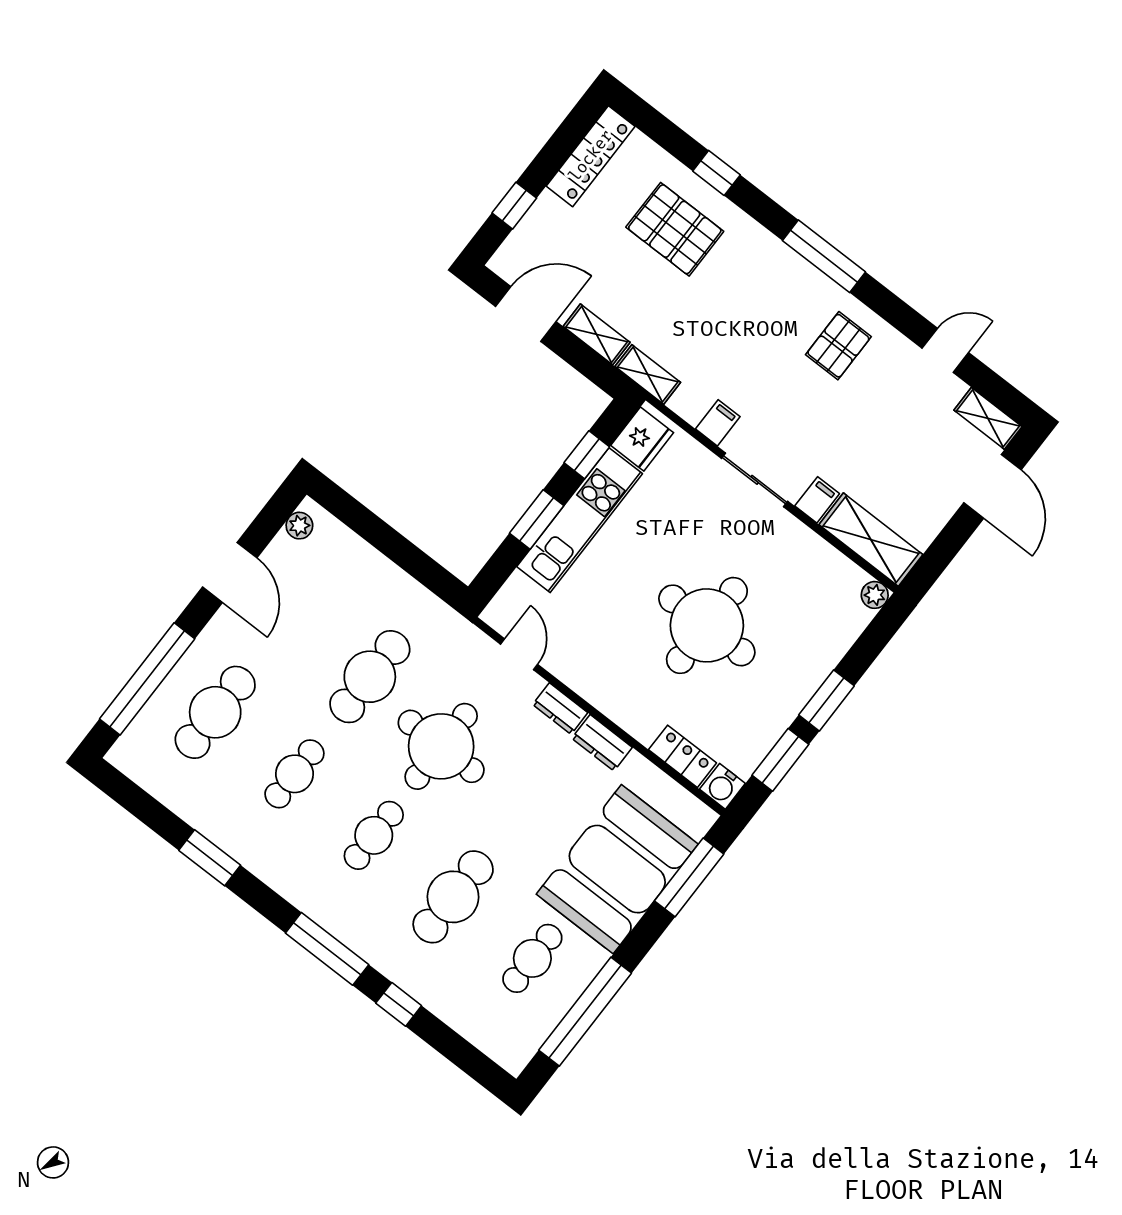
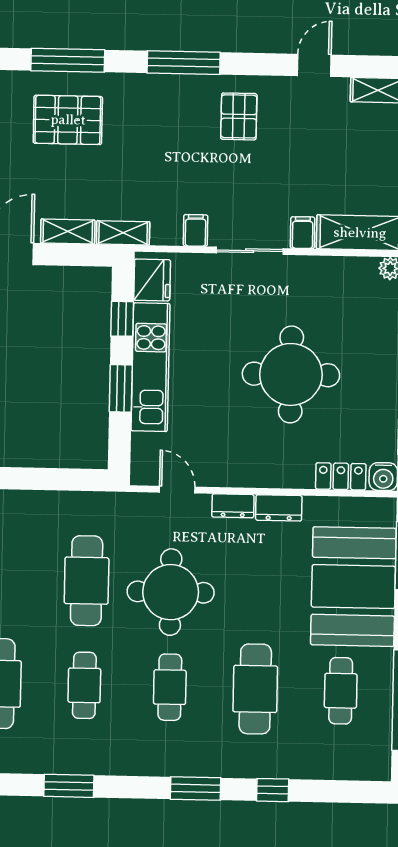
window: (716, 173) -> (68, 60), width x2.17
window: (327, 949) -> (195, 788), width x0.69

